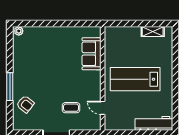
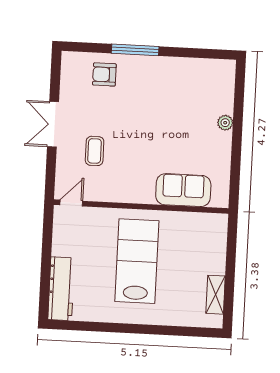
plant: (19, 31) -> (225, 123), moved
armchair: (25, 104) -> (104, 74), turned 52
door: (103, 108) -> (71, 203), moved

